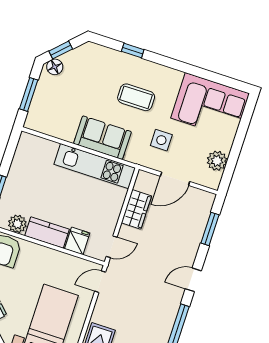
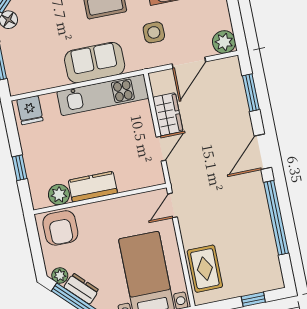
plant: (217, 161) -> (224, 42), moved
fridge: (77, 241) -> (30, 110), moved, turned 180
door: (112, 247) -> (161, 149), moved
door: (193, 280) -> (263, 152), width x1.37

